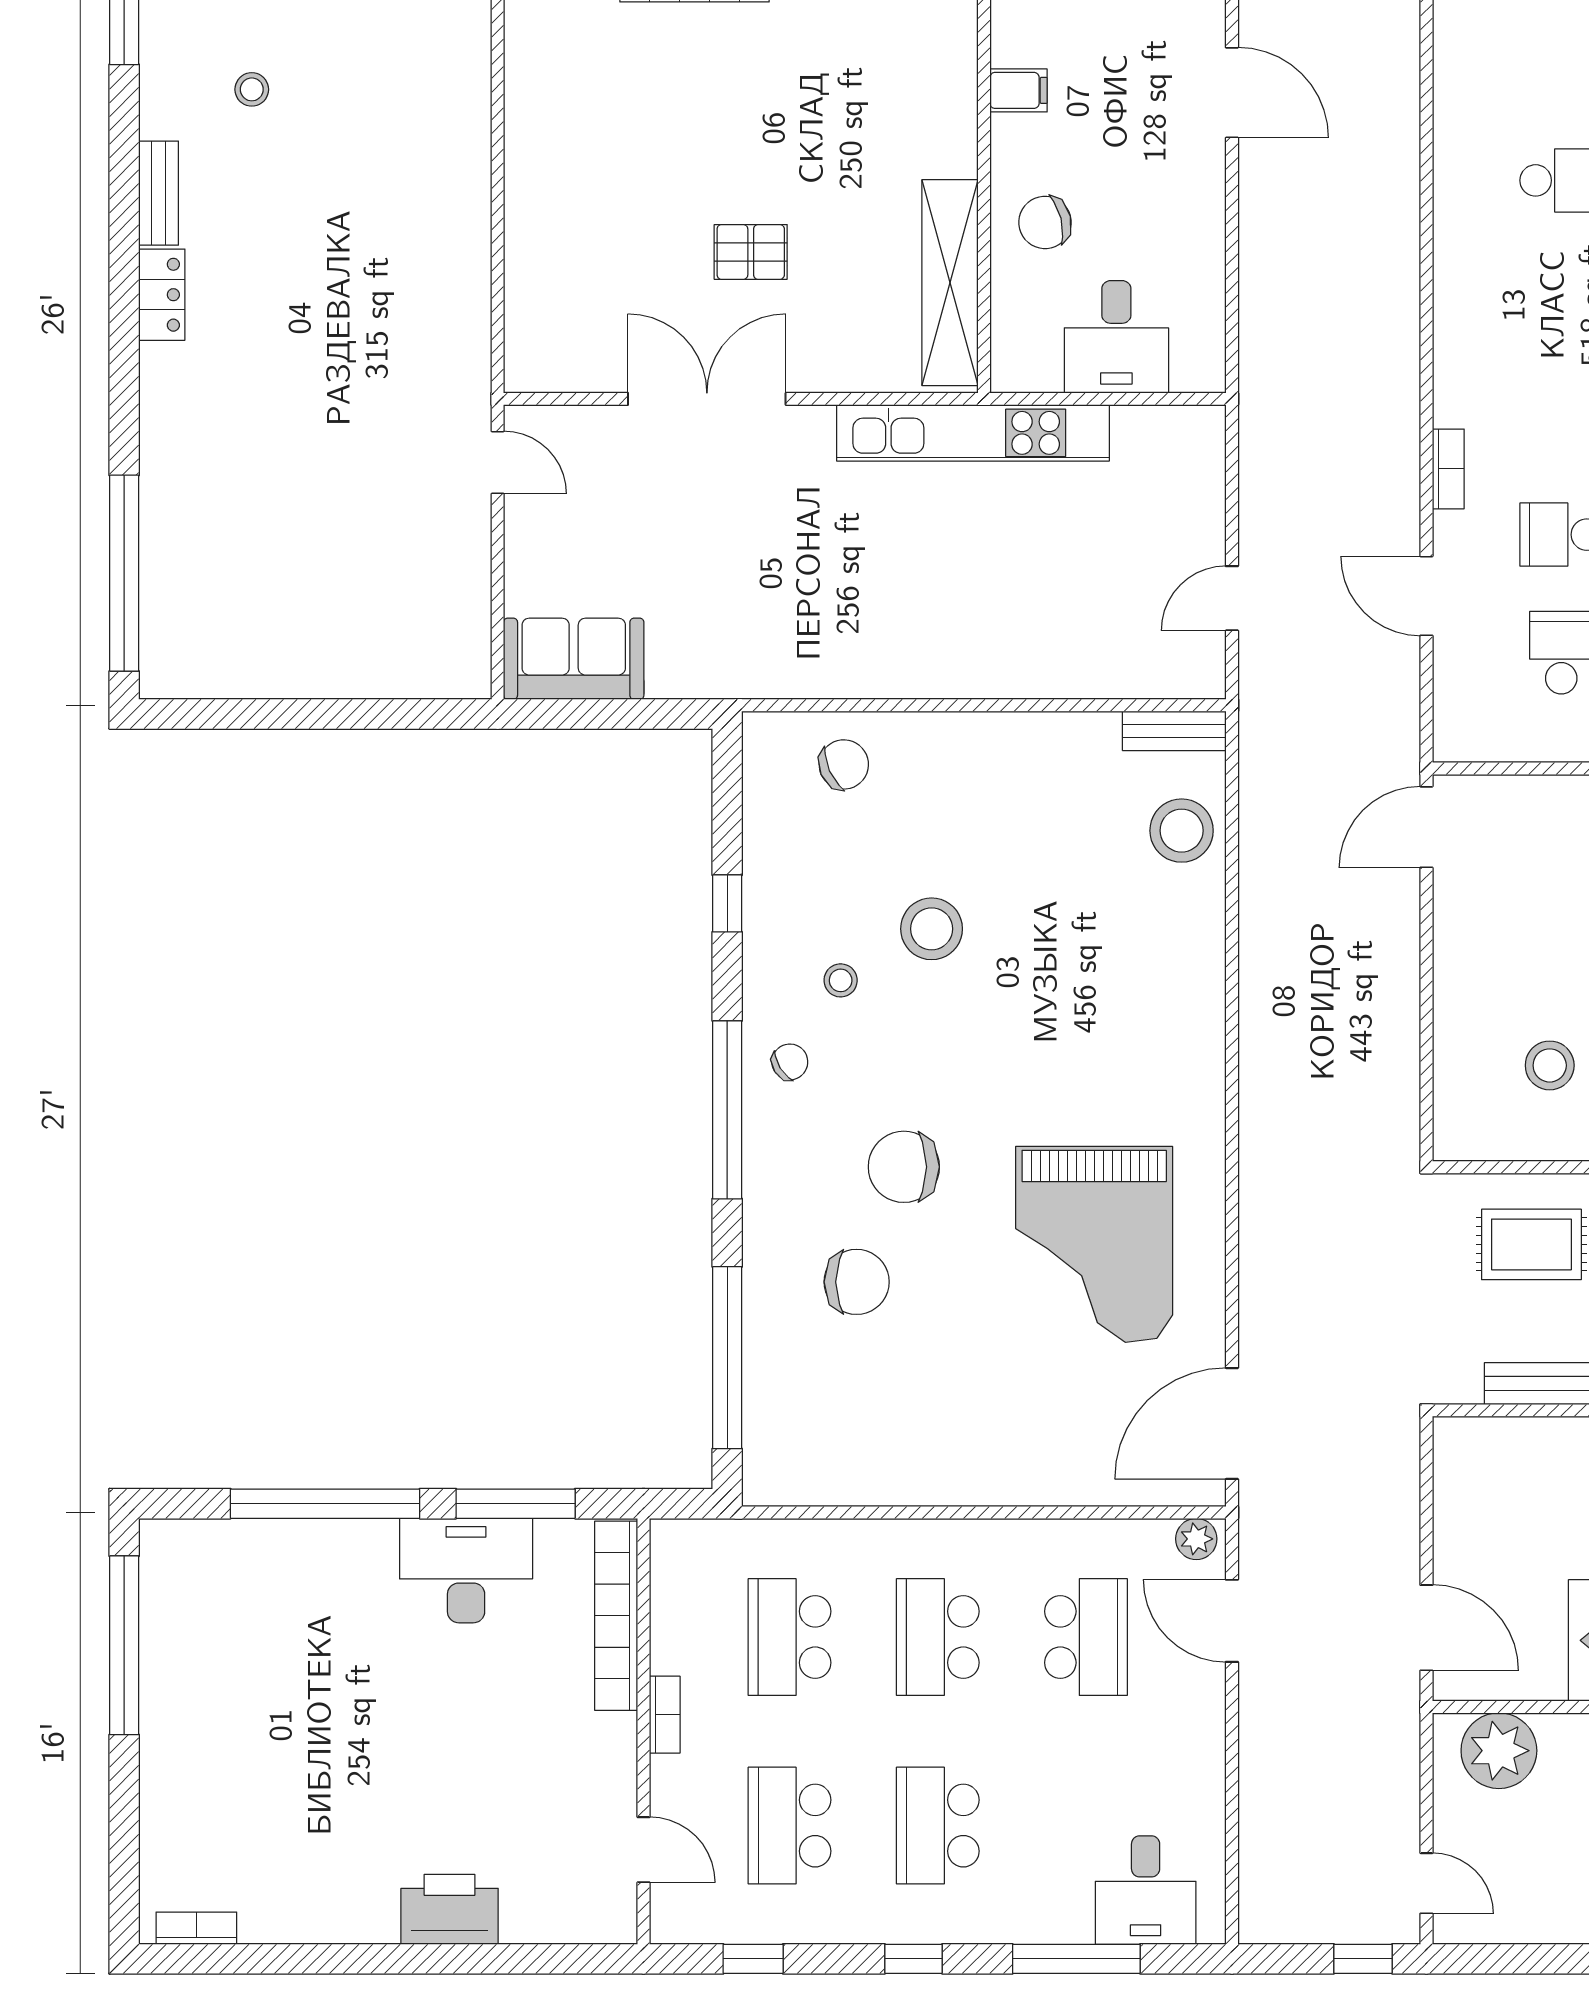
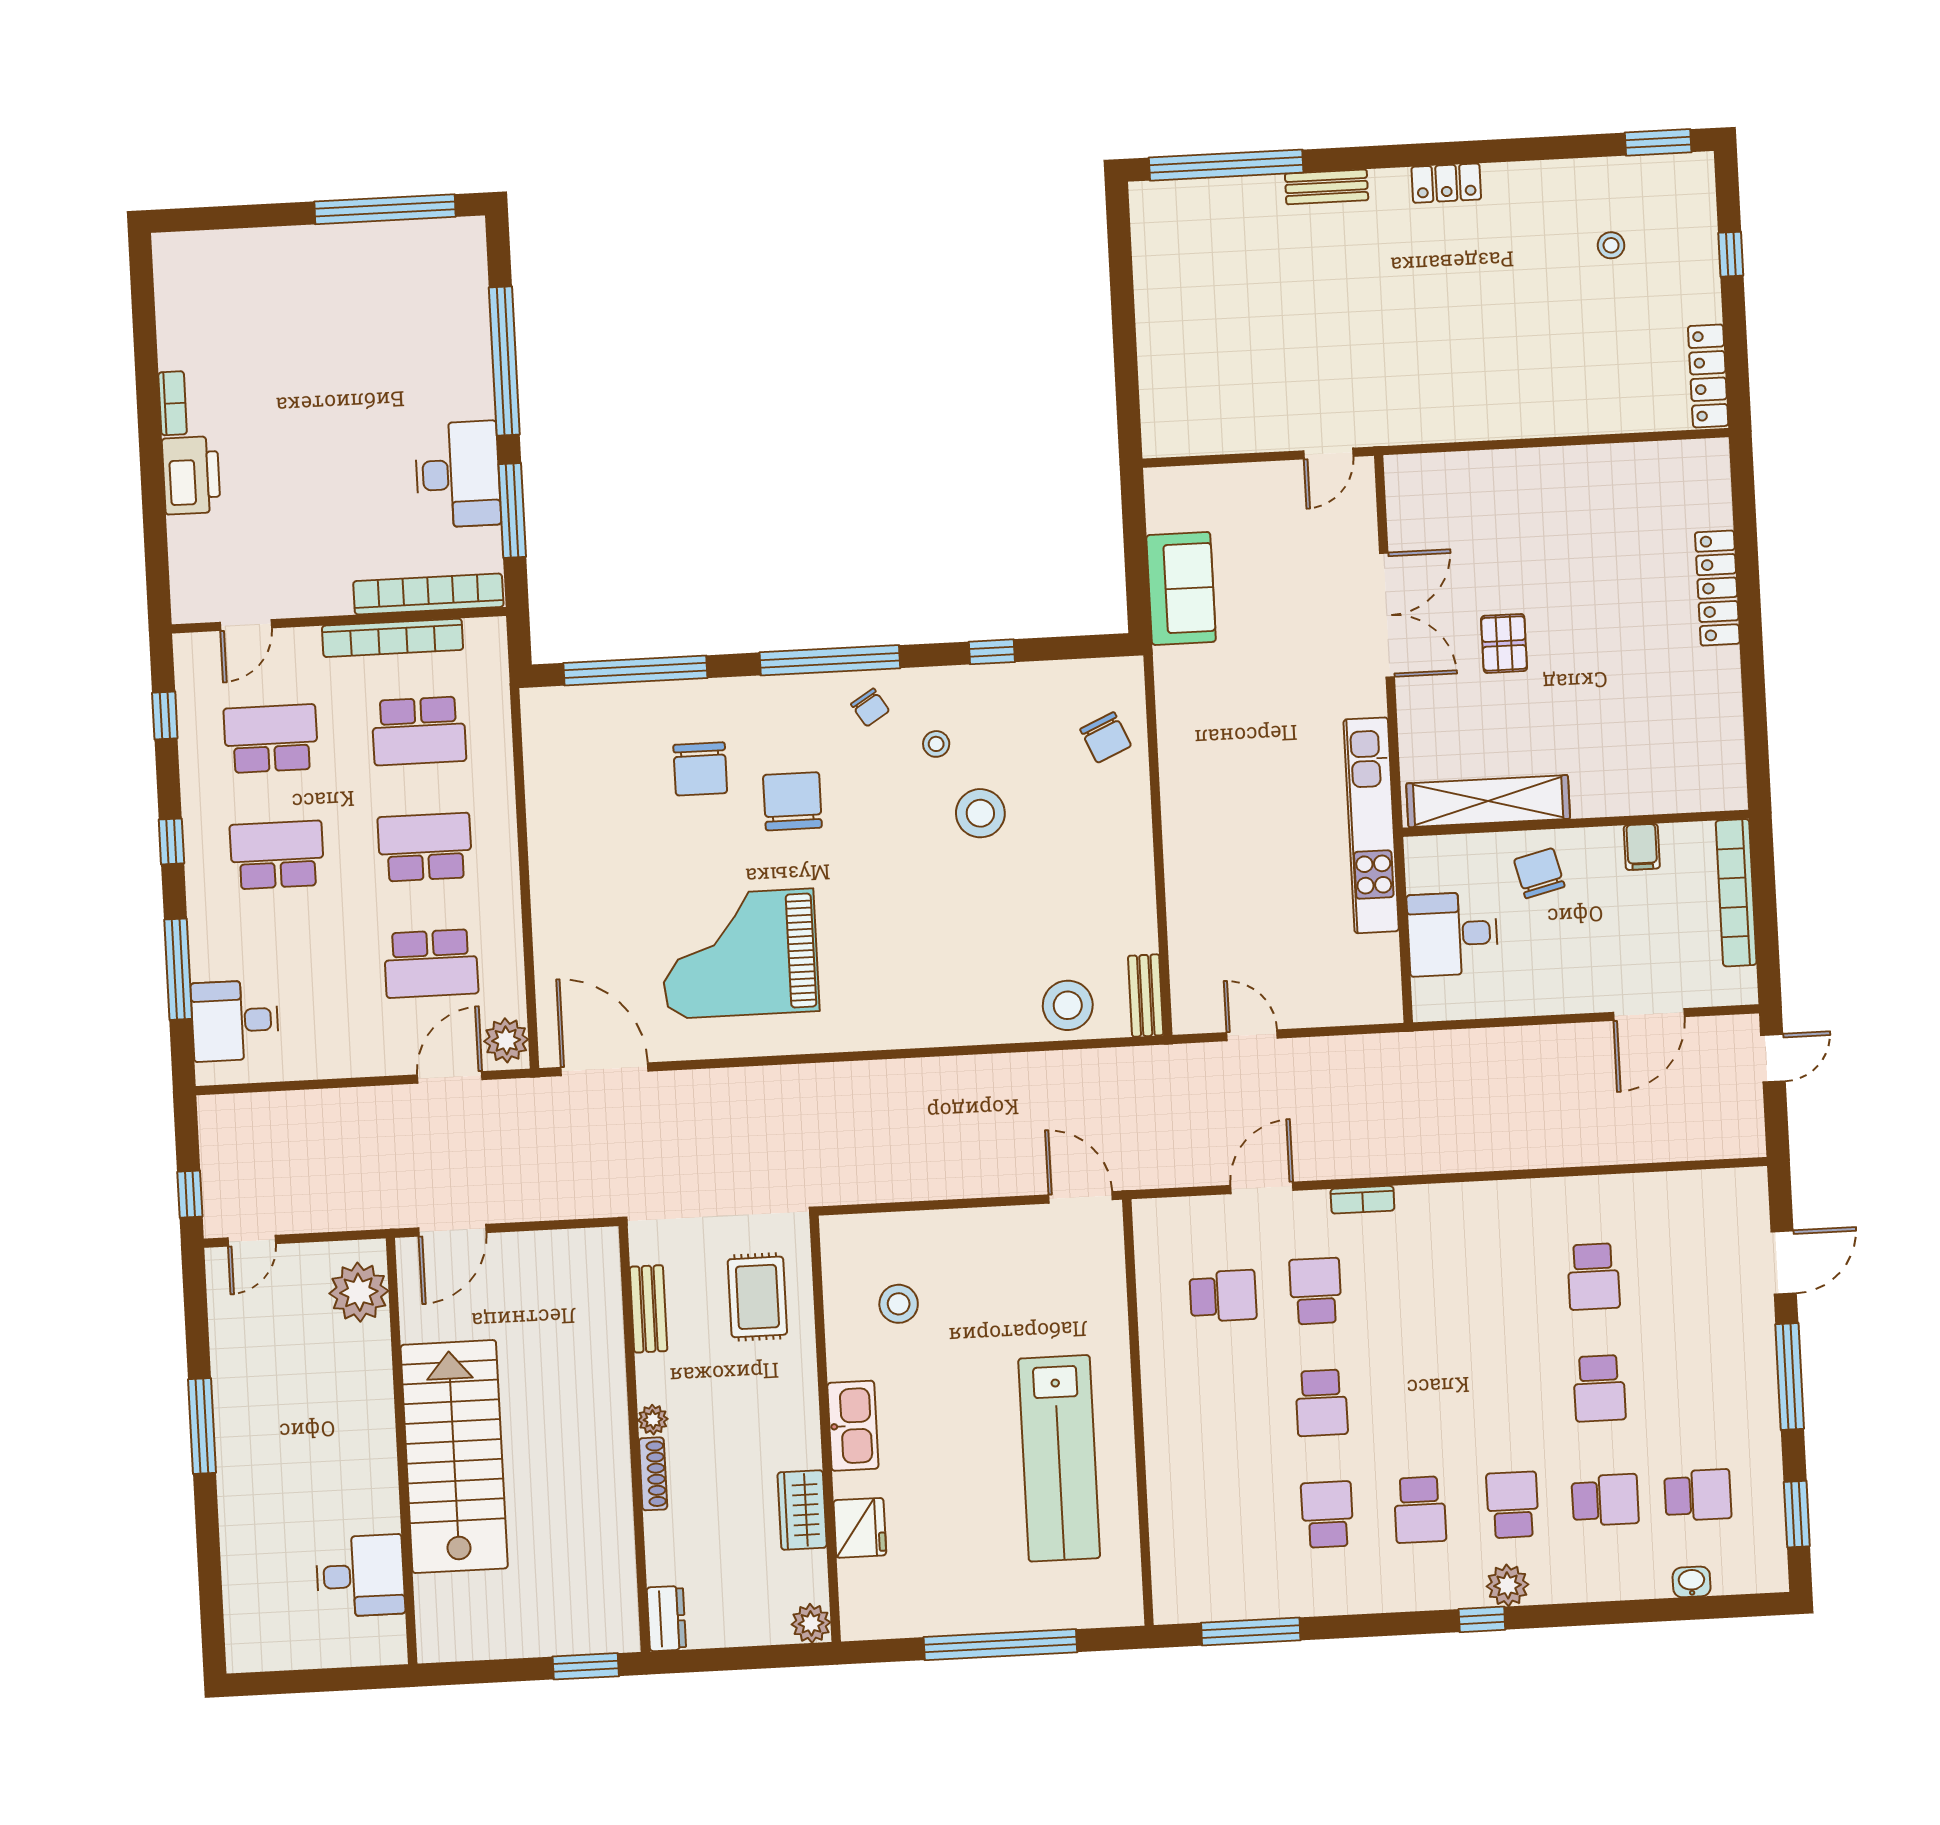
bench: (159, 193) -> (1327, 187), moved
sofa: (574, 659) -> (1181, 588), moved
plant: (1196, 1539) -> (506, 1040), width x1.38, depth x1.38
school desk: (790, 1637) -> (419, 731), turned 180
bookcase: (665, 1715) -> (393, 638), width x2.31, depth x1.31
bookcase: (196, 1928) -> (173, 403), moved

